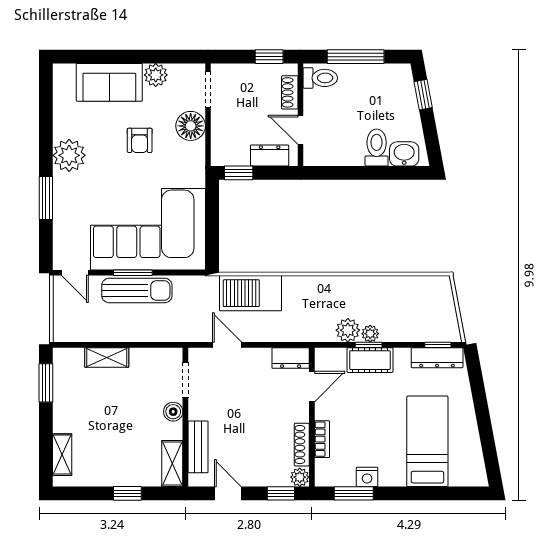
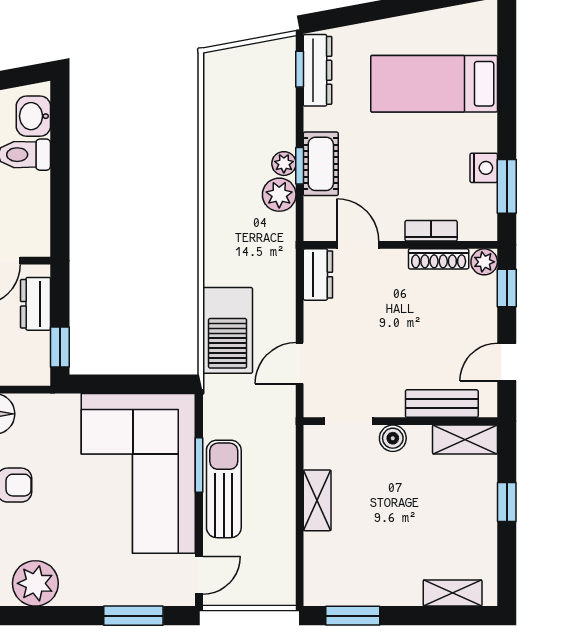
window: (46, 198) -> (133, 616), moved
window: (133, 273) -> (199, 465), moved
shelving: (107, 357) -> (317, 500), moved

